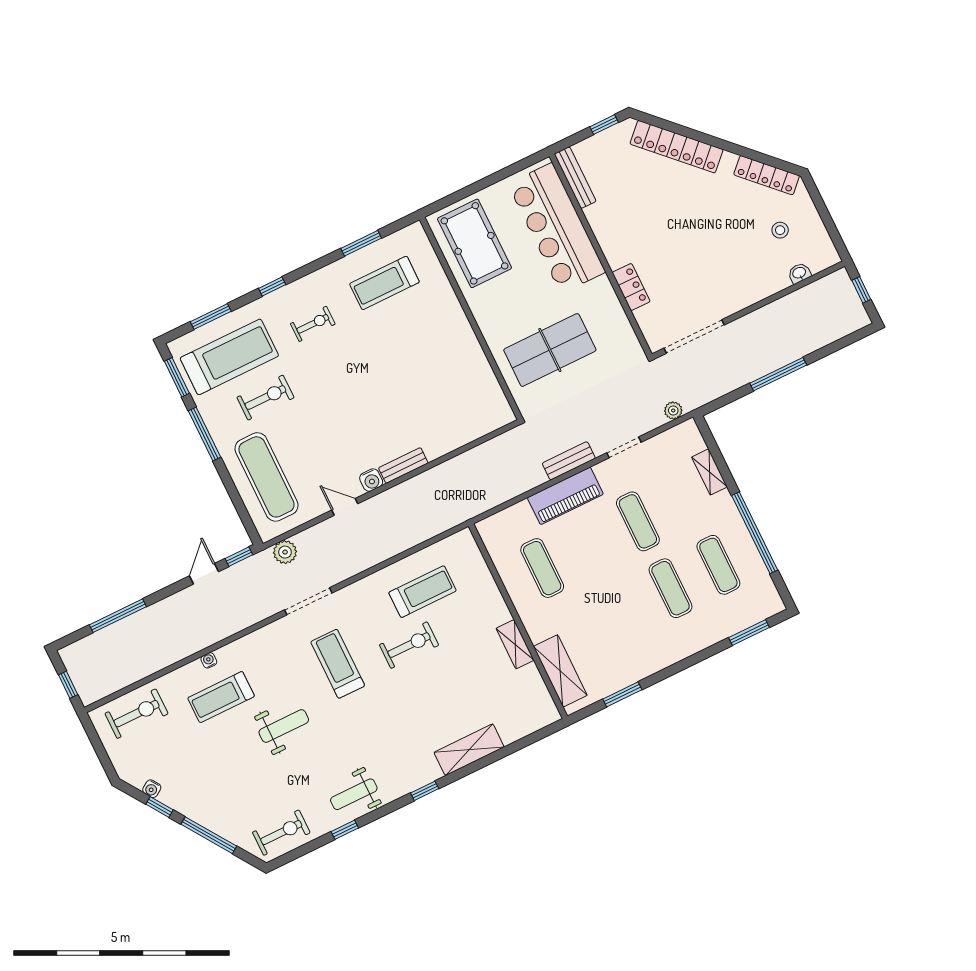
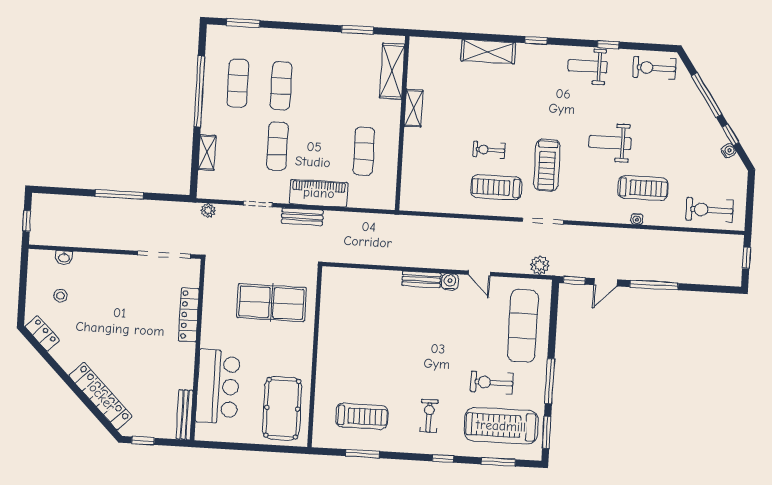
locker: (767, 175) -> (42, 333), width x0.66
bar counter: (557, 228) -> (218, 386), width x0.73
locker: (631, 287) -> (189, 315), width x1.53
exercise bike: (313, 324) -> (429, 416), turned 90
treadmill: (423, 592) -> (496, 187), moved
window: (118, 616) -> (654, 285), moved
exercise bike: (409, 645) -> (489, 150), width x0.73, depth x0.72
weight bench: (354, 794) -> (588, 66), turned 180

